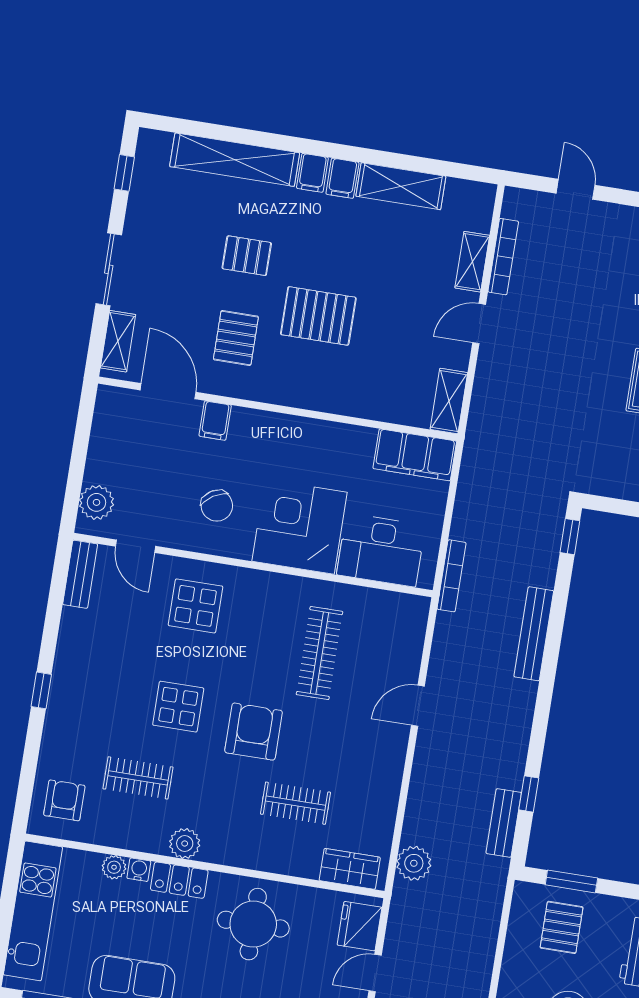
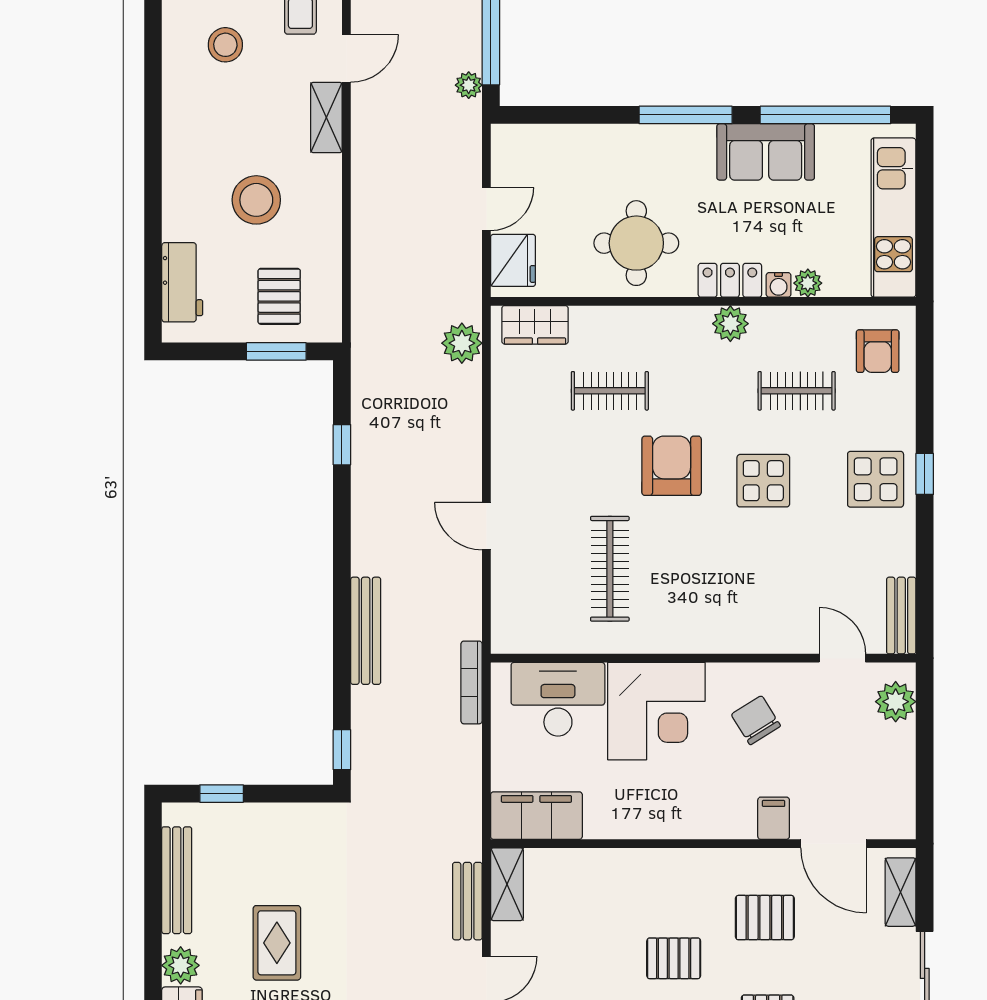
pallet: (318, 316) -> (674, 958), width x0.67, depth x0.71
pallet: (236, 338) -> (765, 918), turned 90
display table: (196, 606) -> (876, 479), moved
door: (418, 706) -> (486, 526), swing flipped
armchair: (254, 732) -> (672, 466), turned 180
bench: (504, 823) -> (467, 901), moved

